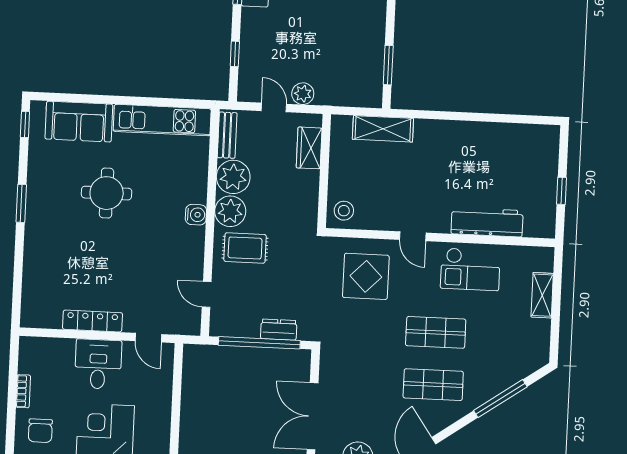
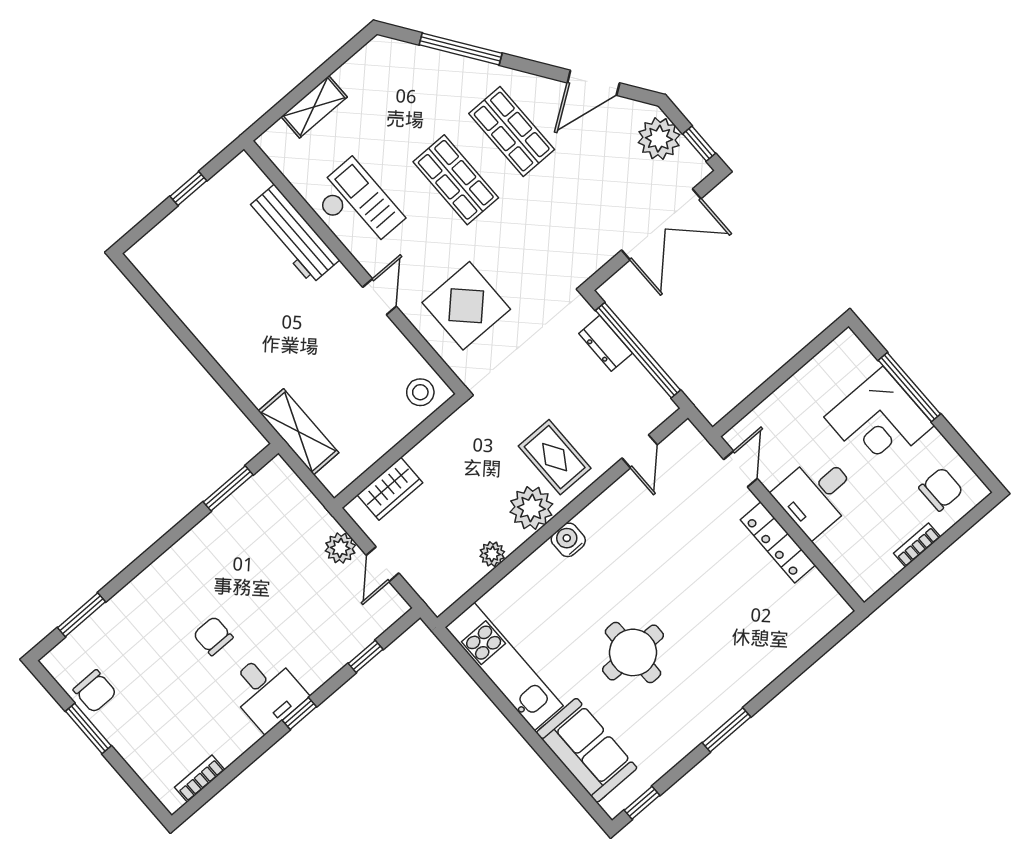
bench: (227, 135) -> (456, 585), removed
plant: (233, 177) -> (492, 554), width x0.53, depth x0.53

